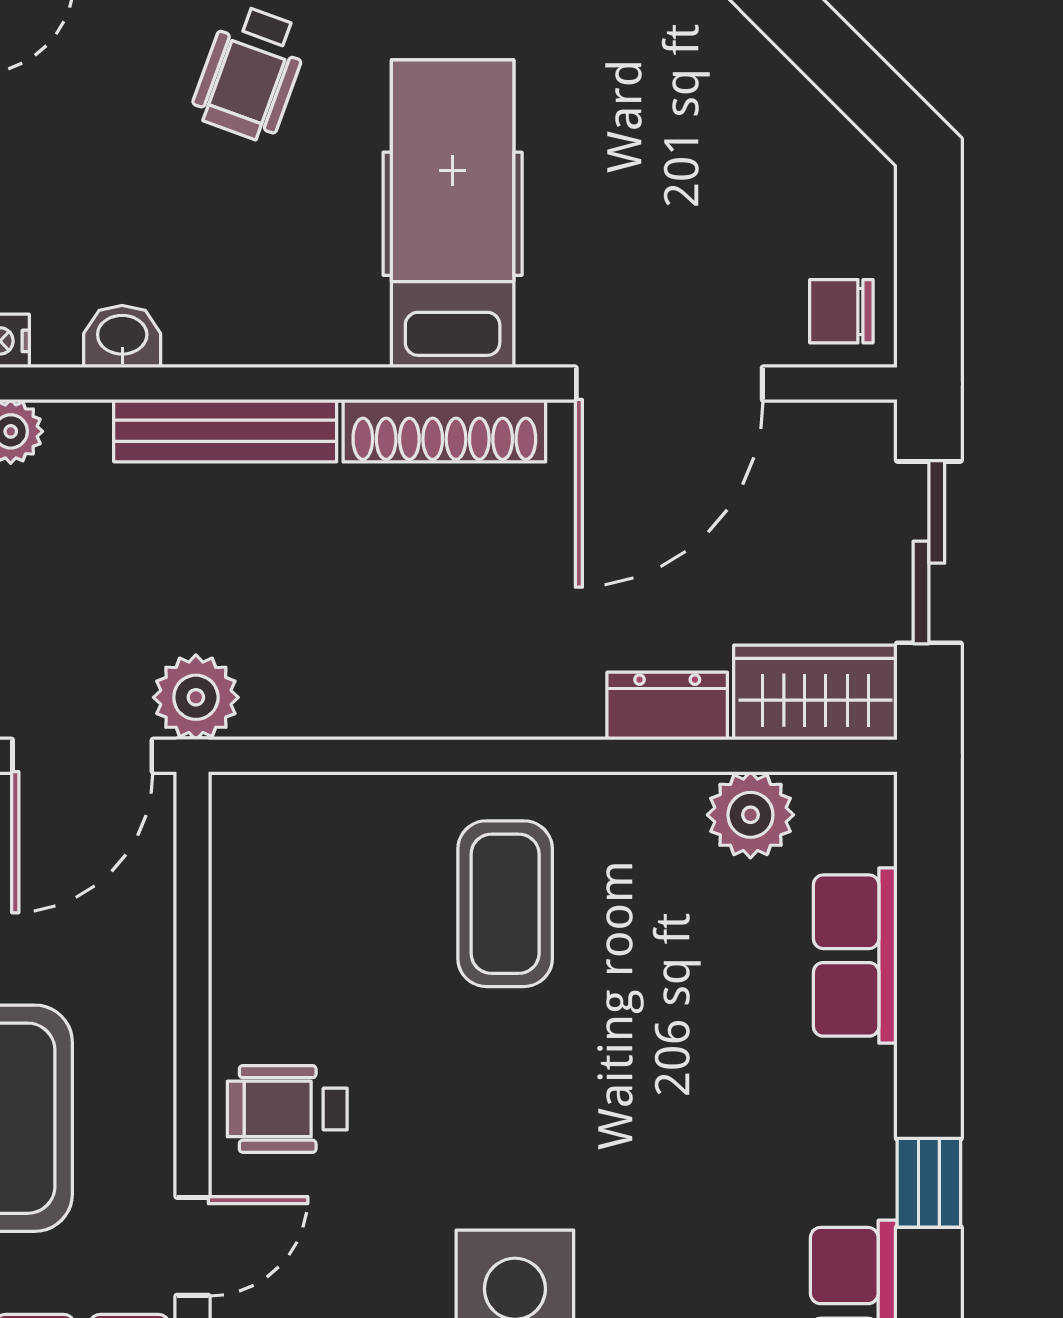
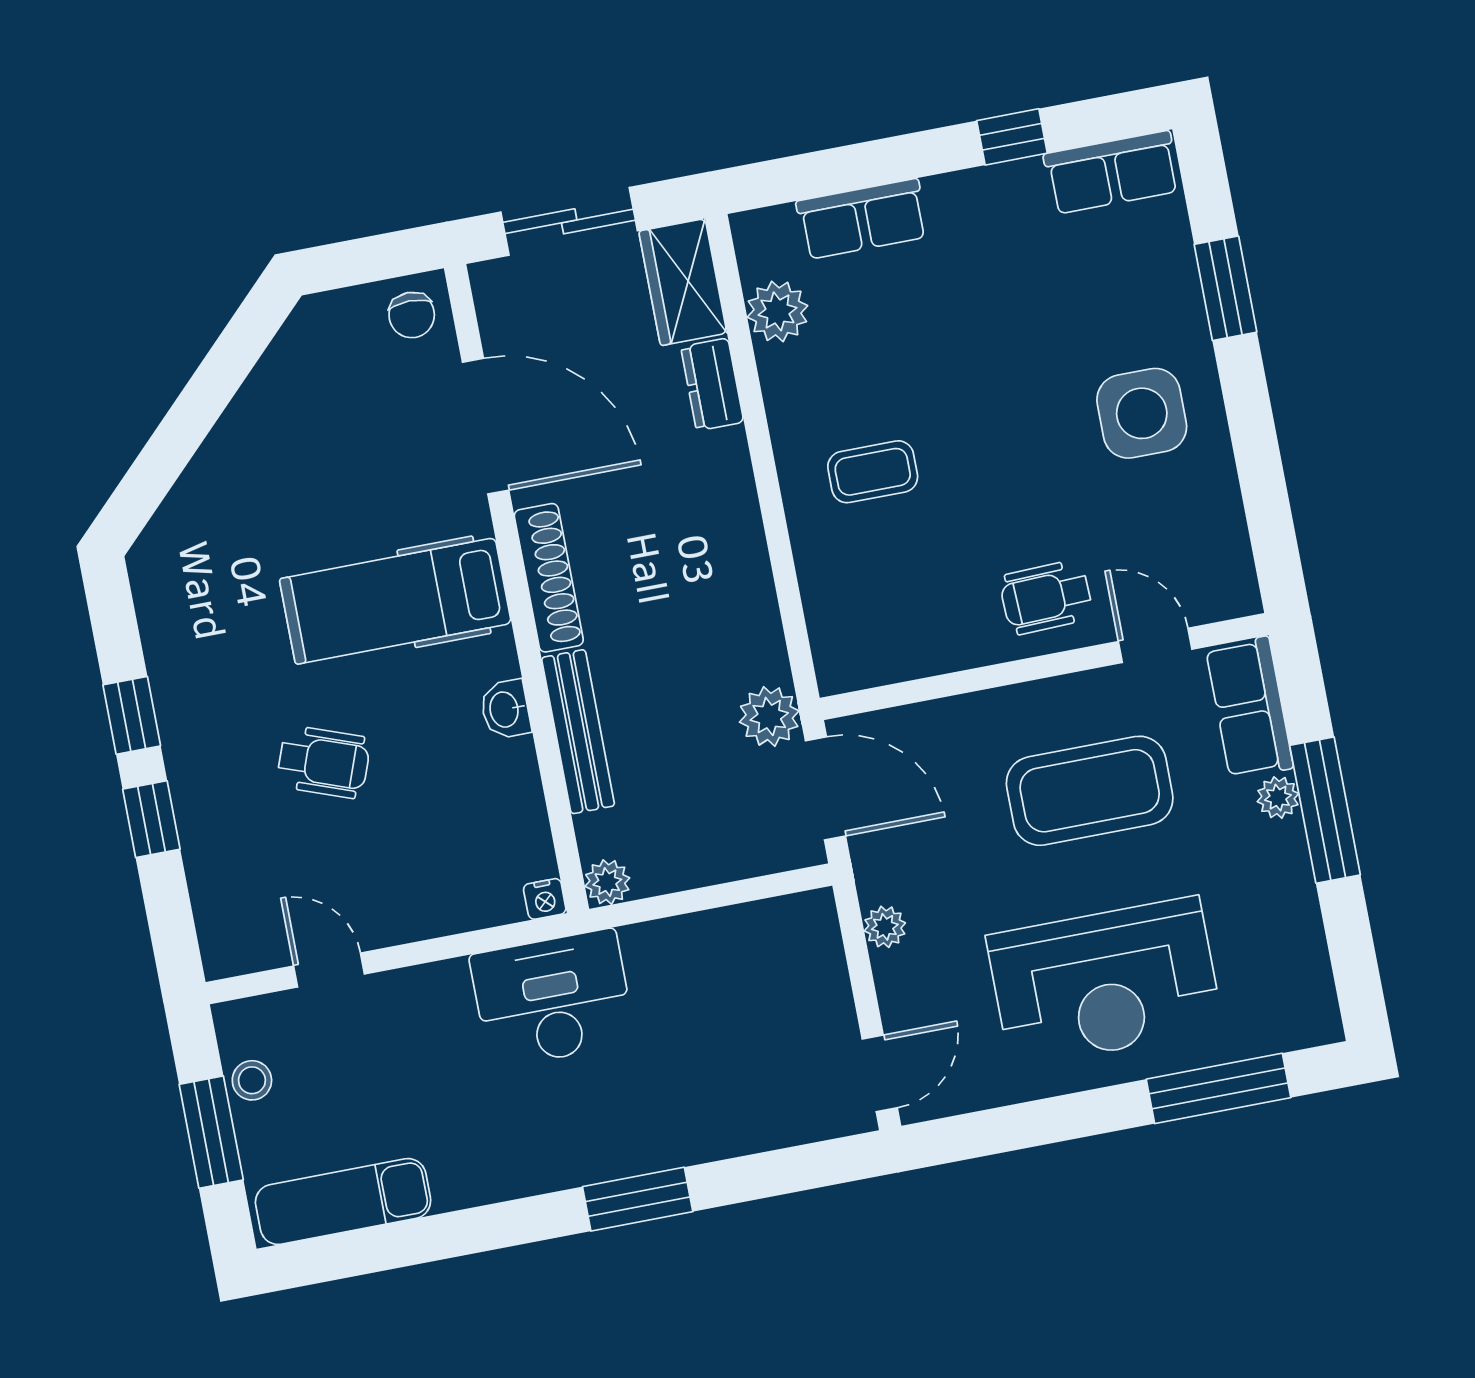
washbasin: (122, 337) -> (505, 709), moved
coffee table: (505, 904) -> (873, 472), width x0.73, depth x0.77
wheelchair: (287, 1109) -> (1046, 597), turned 88

